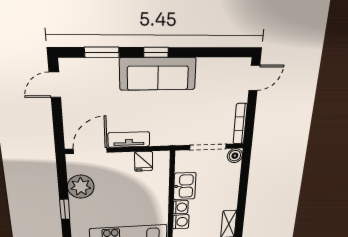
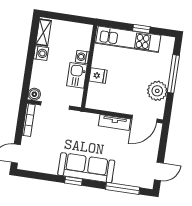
window: (102, 52) -> (123, 188), width x1.44
window: (156, 52) -> (73, 181), moved
fridge: (144, 161) -> (98, 76), moved, turned 90
window: (65, 209) -> (173, 74), width x2.17
washing machine: (181, 222) -> (41, 53), moved, turned 180

